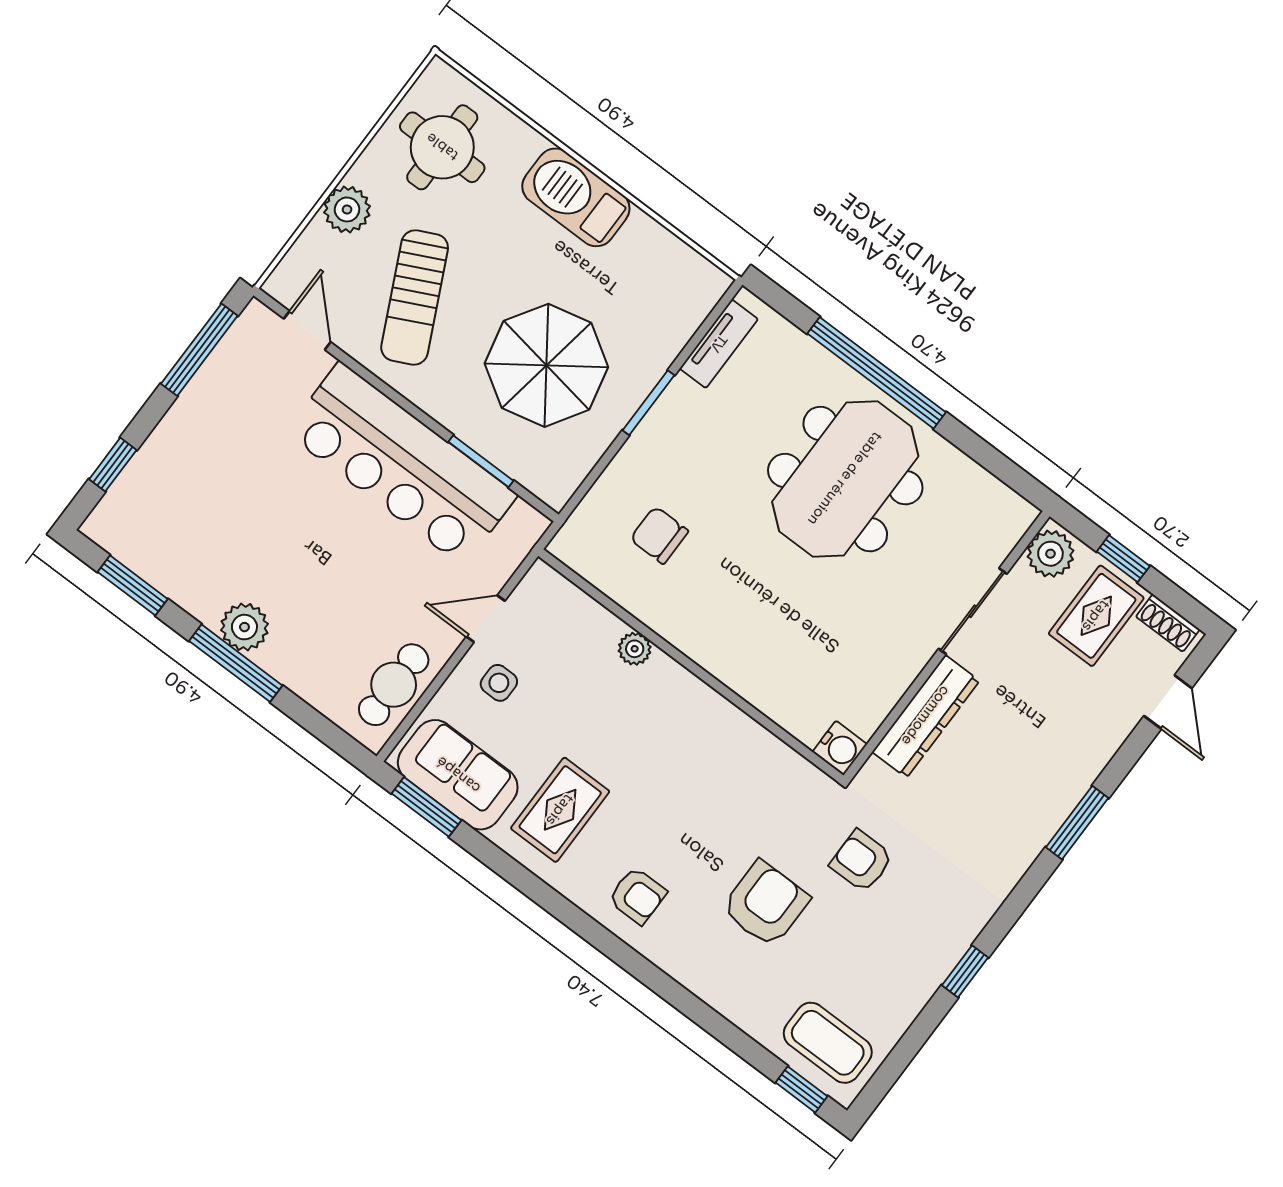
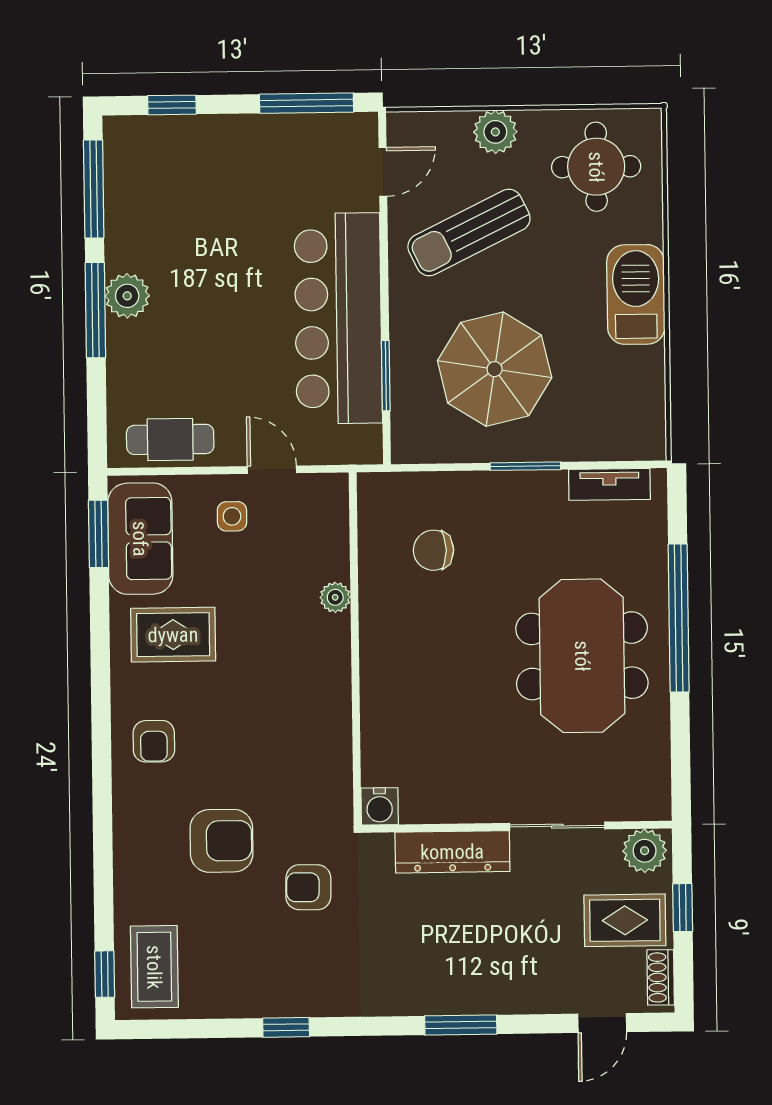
meeting table: (845, 479) -> (582, 656), turned 90
chair: (659, 535) -> (433, 550), turned -90
window: (133, 585) -> (94, 189), width x1.44
armchair: (861, 861) -> (308, 887), turned -89

